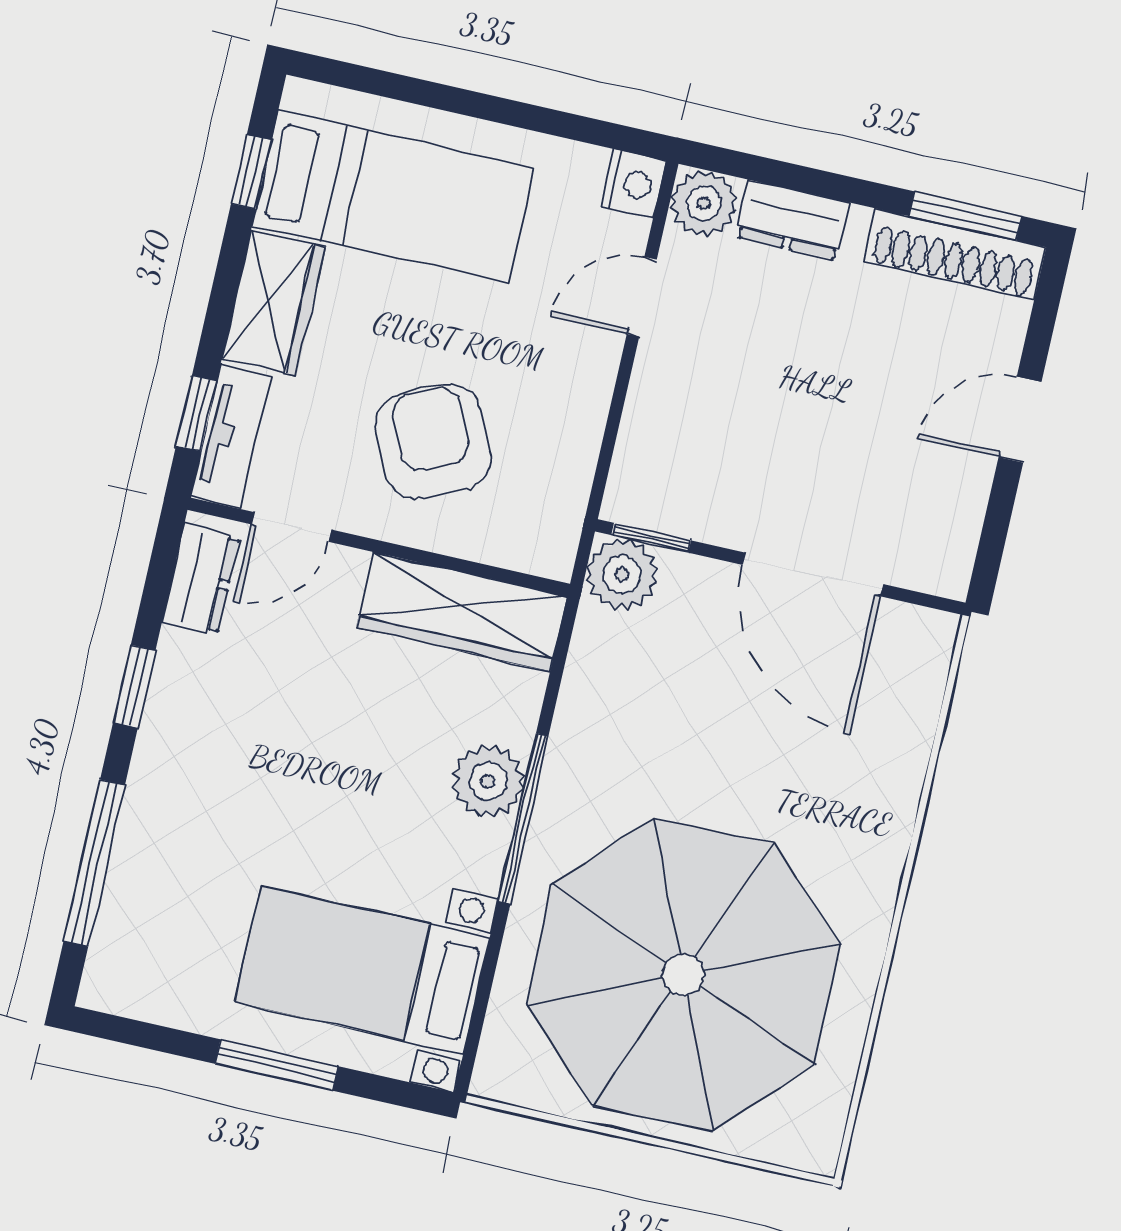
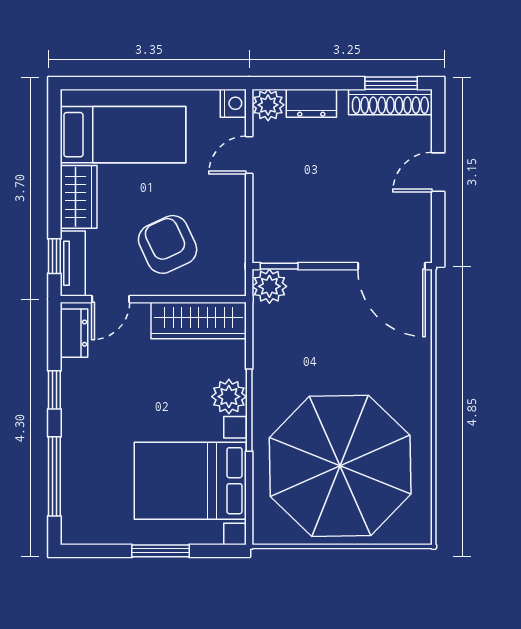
window: (251, 172) -> (54, 138), removed
door: (813, 575) -> (391, 266), moved
bed with nightstands: (362, 970) -> (190, 481), width x1.36

